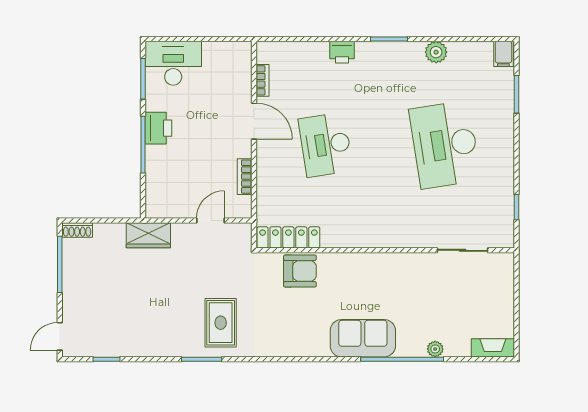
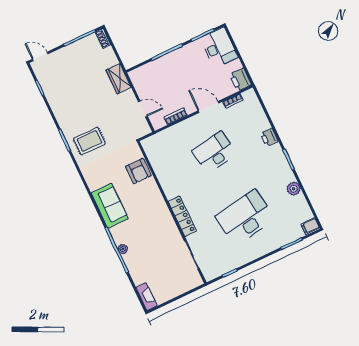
door: (254, 121) -> (208, 107), swing flipped
printer: (158, 128) -> (240, 80), moved, turned 90
locker: (288, 237) -> (182, 216), moved
sofa: (363, 338) -> (110, 206), moved
plant: (435, 349) -> (123, 249), moved

